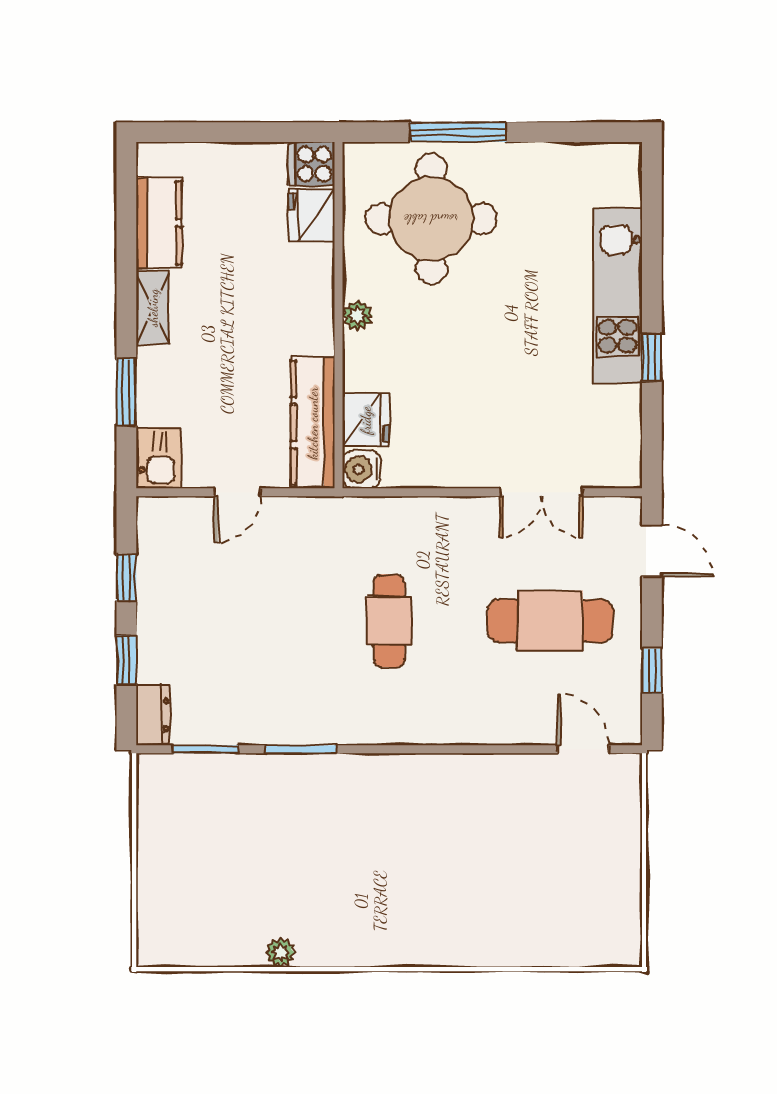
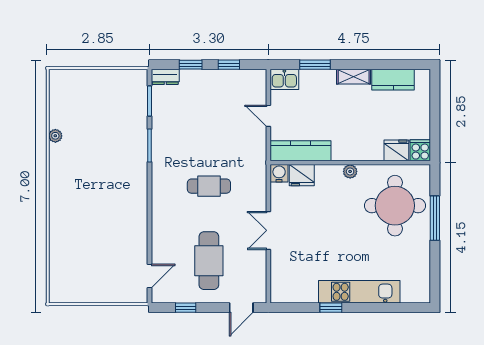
double door: (541, 492) -> (268, 230), moved

